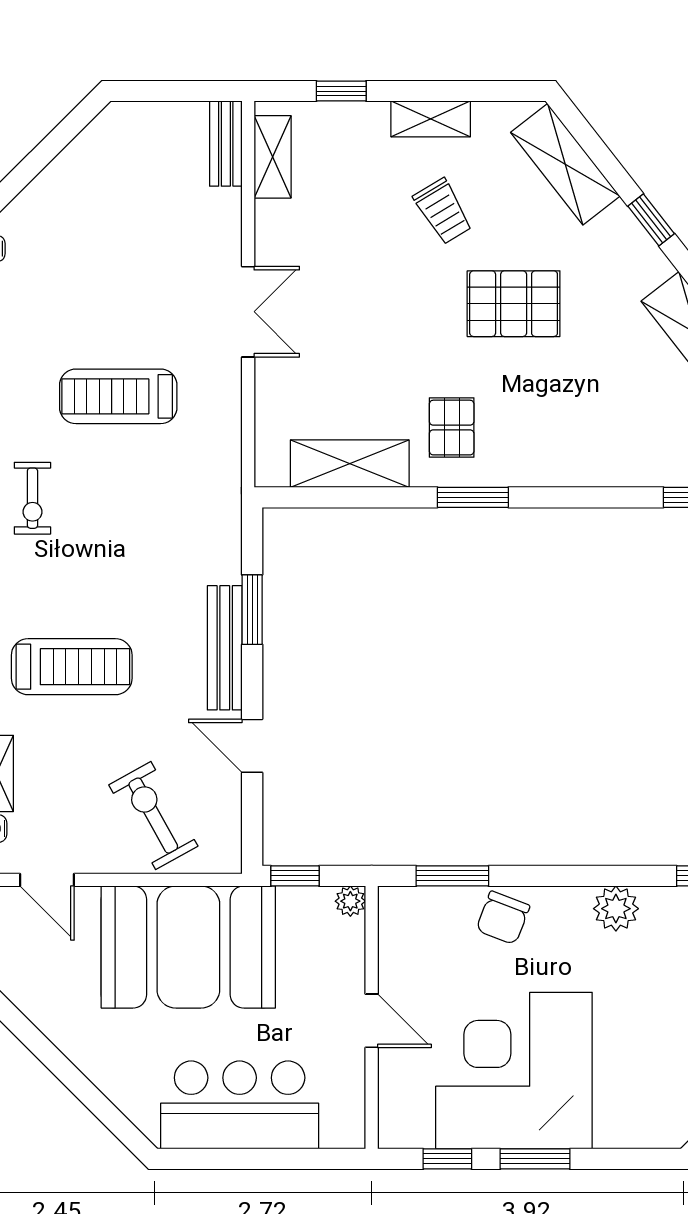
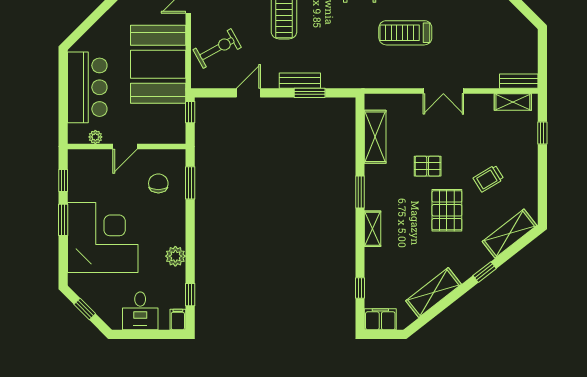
shelving: (431, 119) -> (372, 229), moved
treadmill: (118, 396) -> (405, 33), turned -90
pallet: (452, 428) -> (428, 166), moved
bench: (225, 648) -> (300, 81), width x0.73
plant: (350, 901) -> (95, 137), moved
chair: (503, 918) -> (158, 183), moved, turned 69
corner desk: (514, 1071) -> (103, 237), moved

